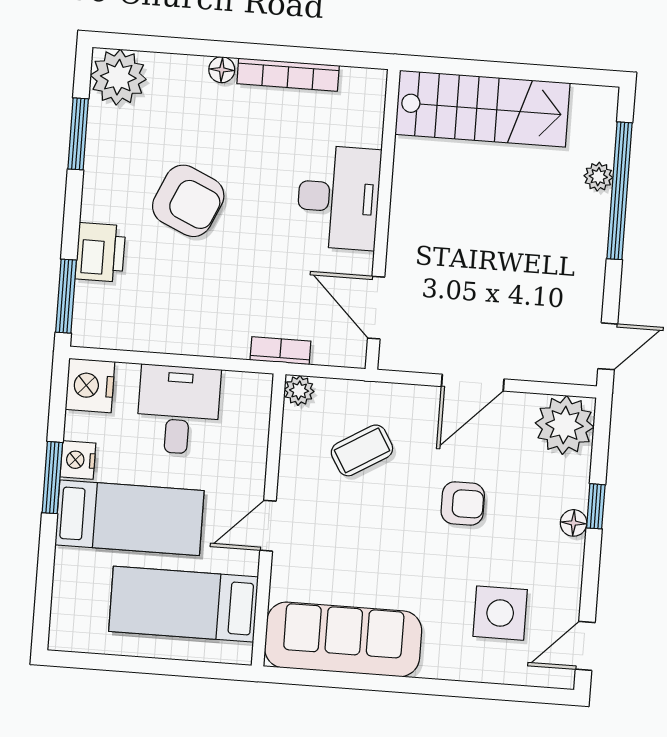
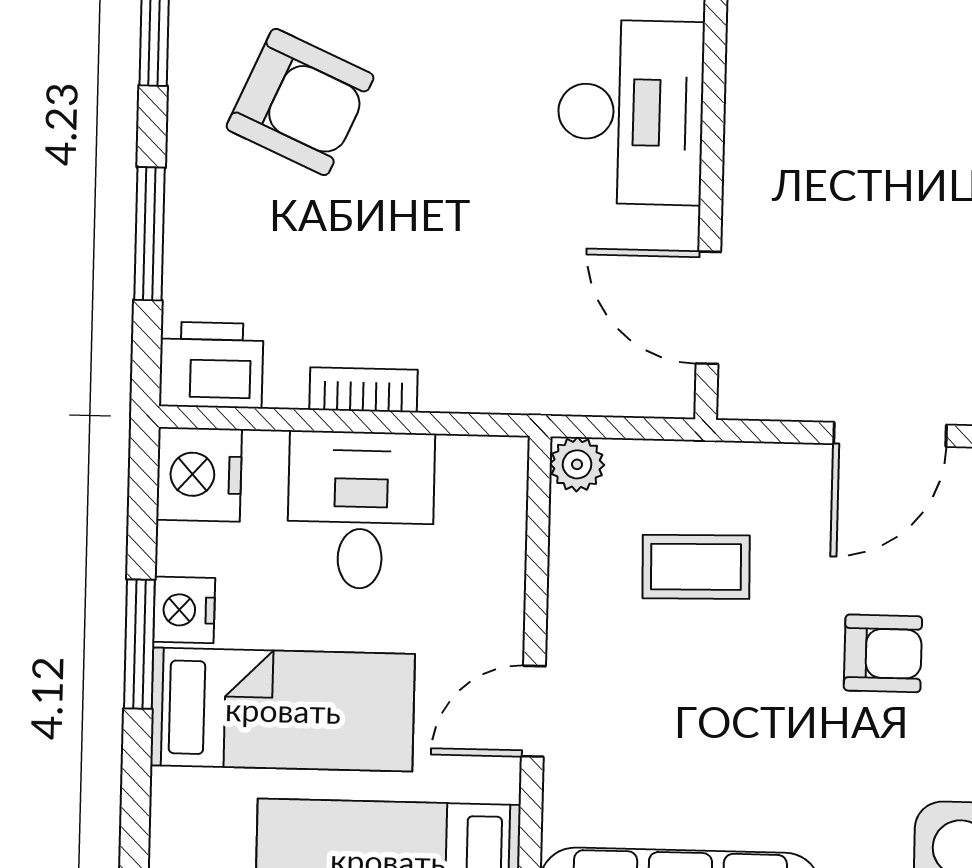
armchair: (188, 201) -> (300, 102), moved
printer: (100, 252) -> (211, 365), moved, turned -90
window: (66, 296) -> (149, 234), moved
bookcase: (280, 351) -> (363, 390), moved
coffee table: (362, 450) -> (696, 567), turned 30

